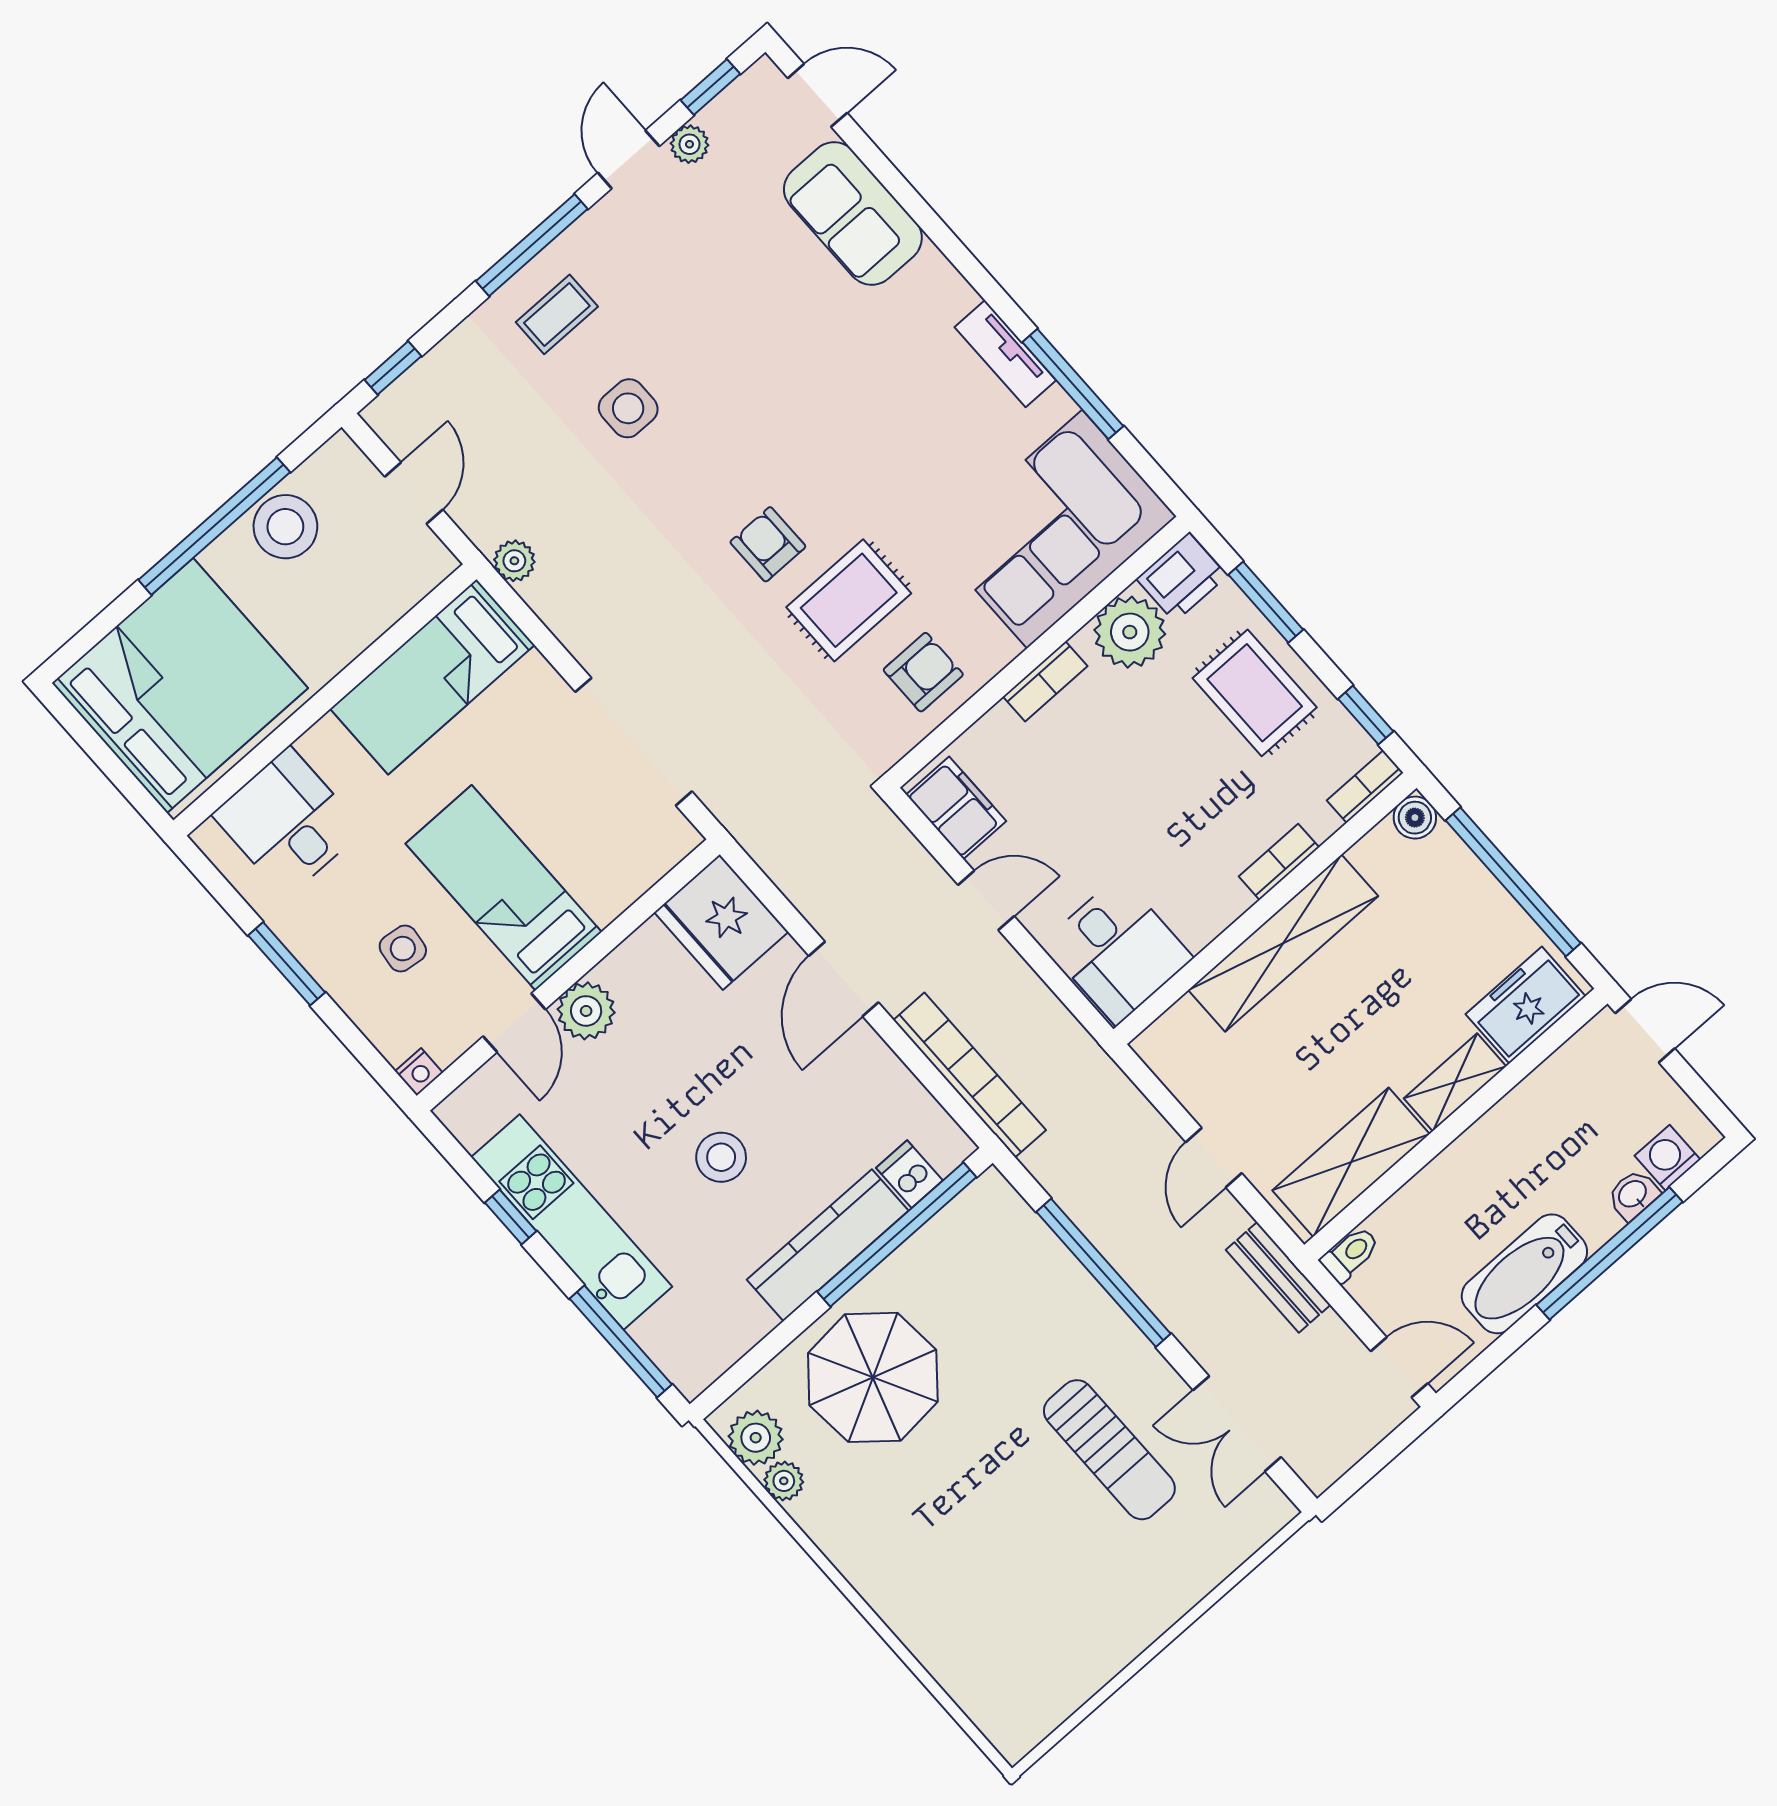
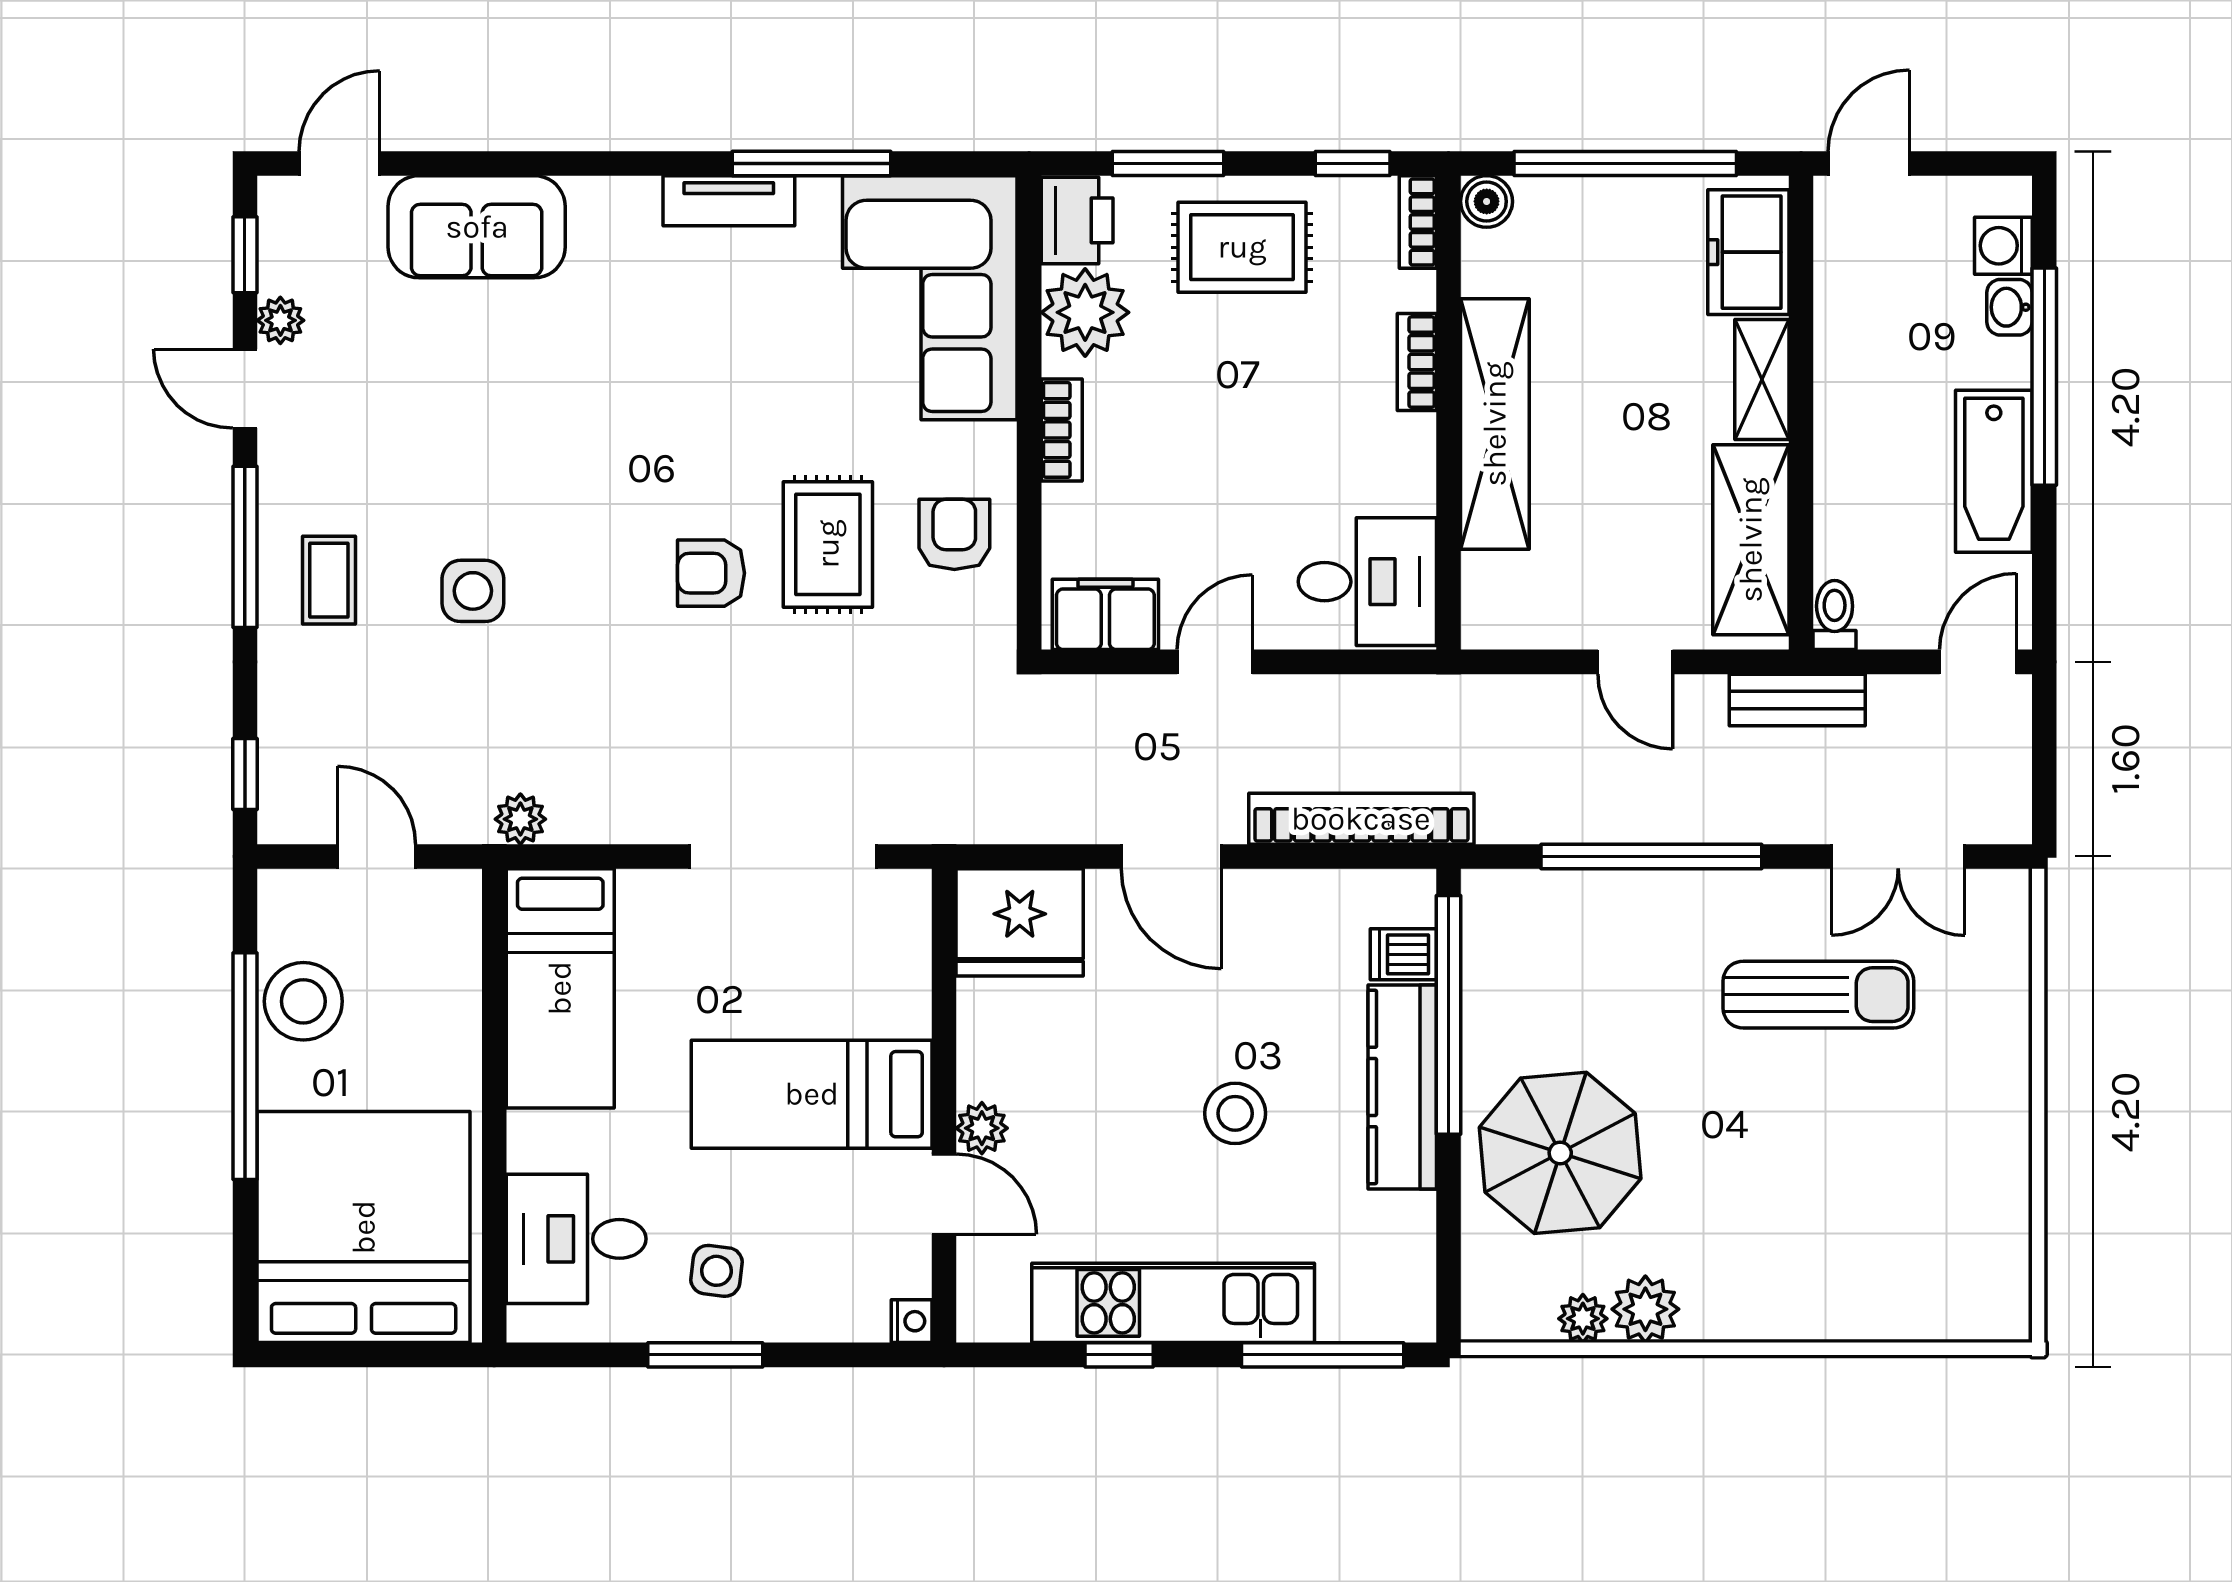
side table: (403, 949) -> (717, 1271), moved
plant: (586, 1011) -> (982, 1128), width x0.73, depth x0.73
plant: (756, 1438) -> (1645, 1309), moved

